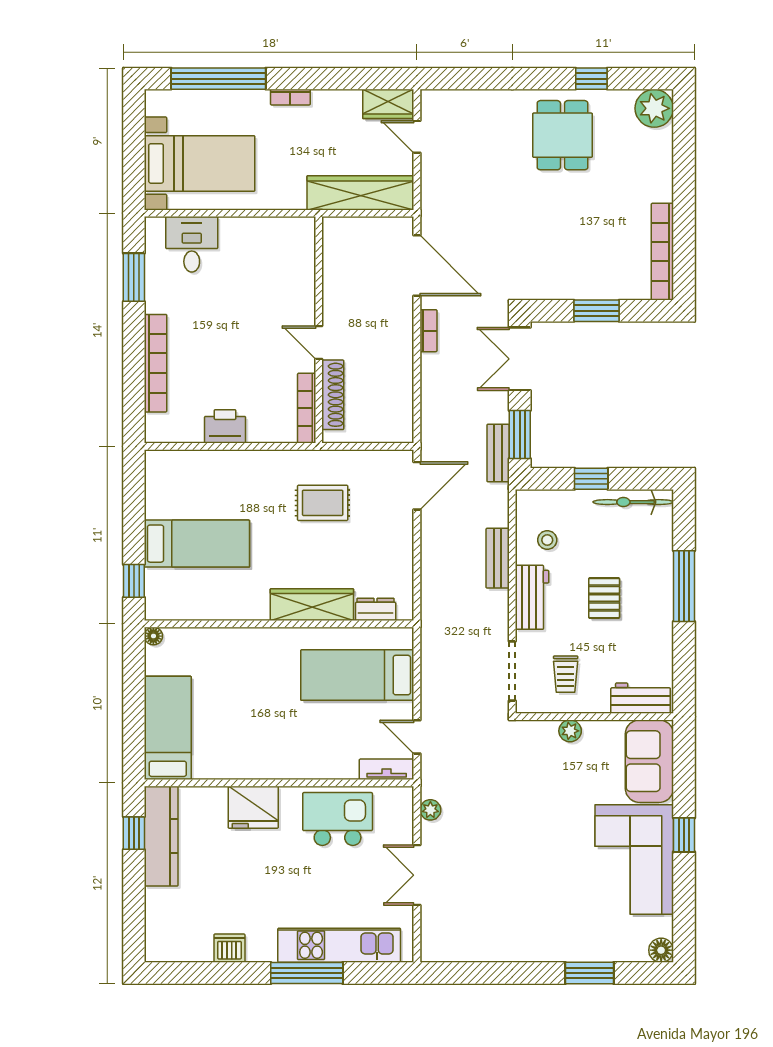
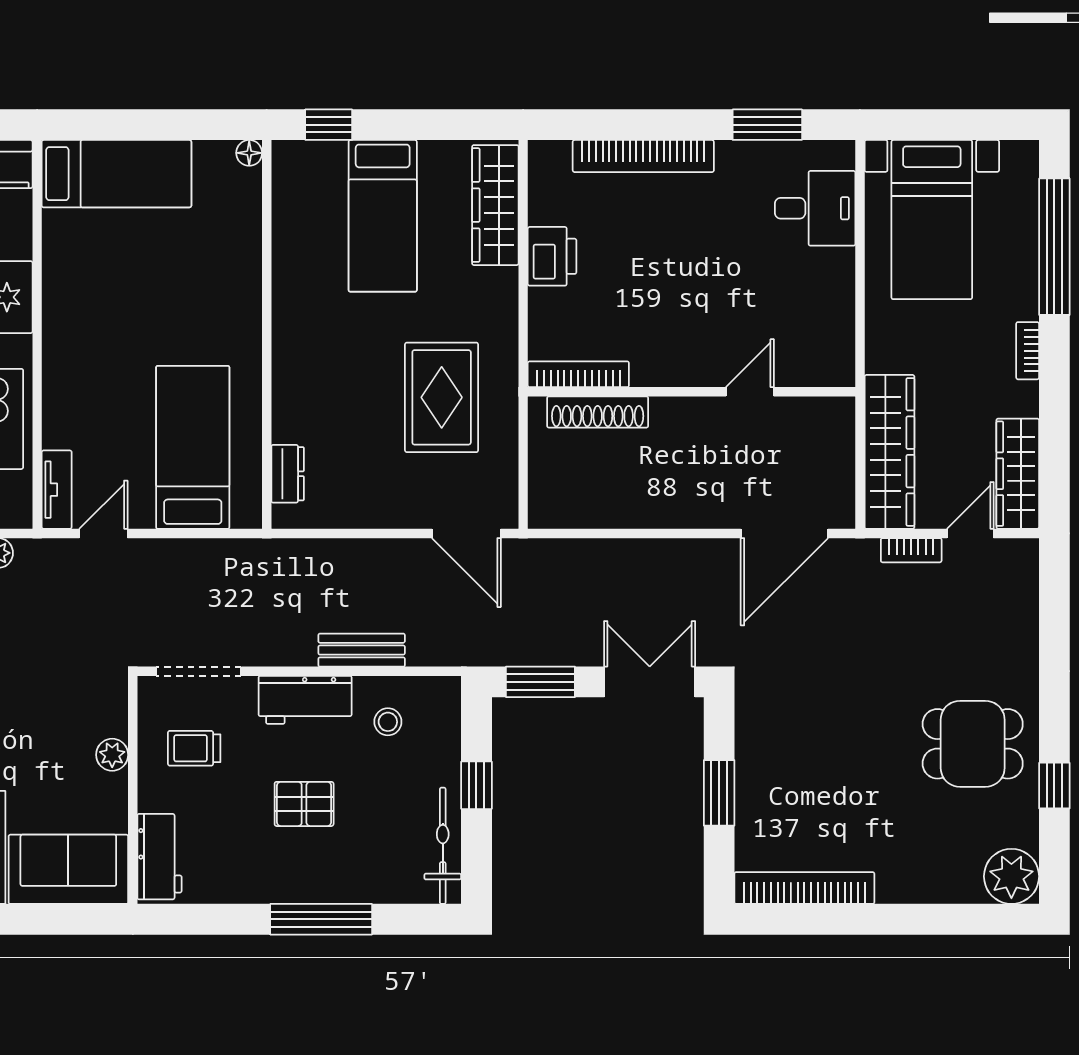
wardrobe: (388, 104) -> (1018, 474), width x1.50
bookcase: (428, 331) -> (911, 550), moved
door: (319, 343) -> (750, 392), moved
bench: (498, 453) -> (514, 651), removed
rug: (323, 503) -> (442, 397), width x1.36, depth x1.43
wardrobe: (312, 605) -> (495, 205), moved, turned 180

